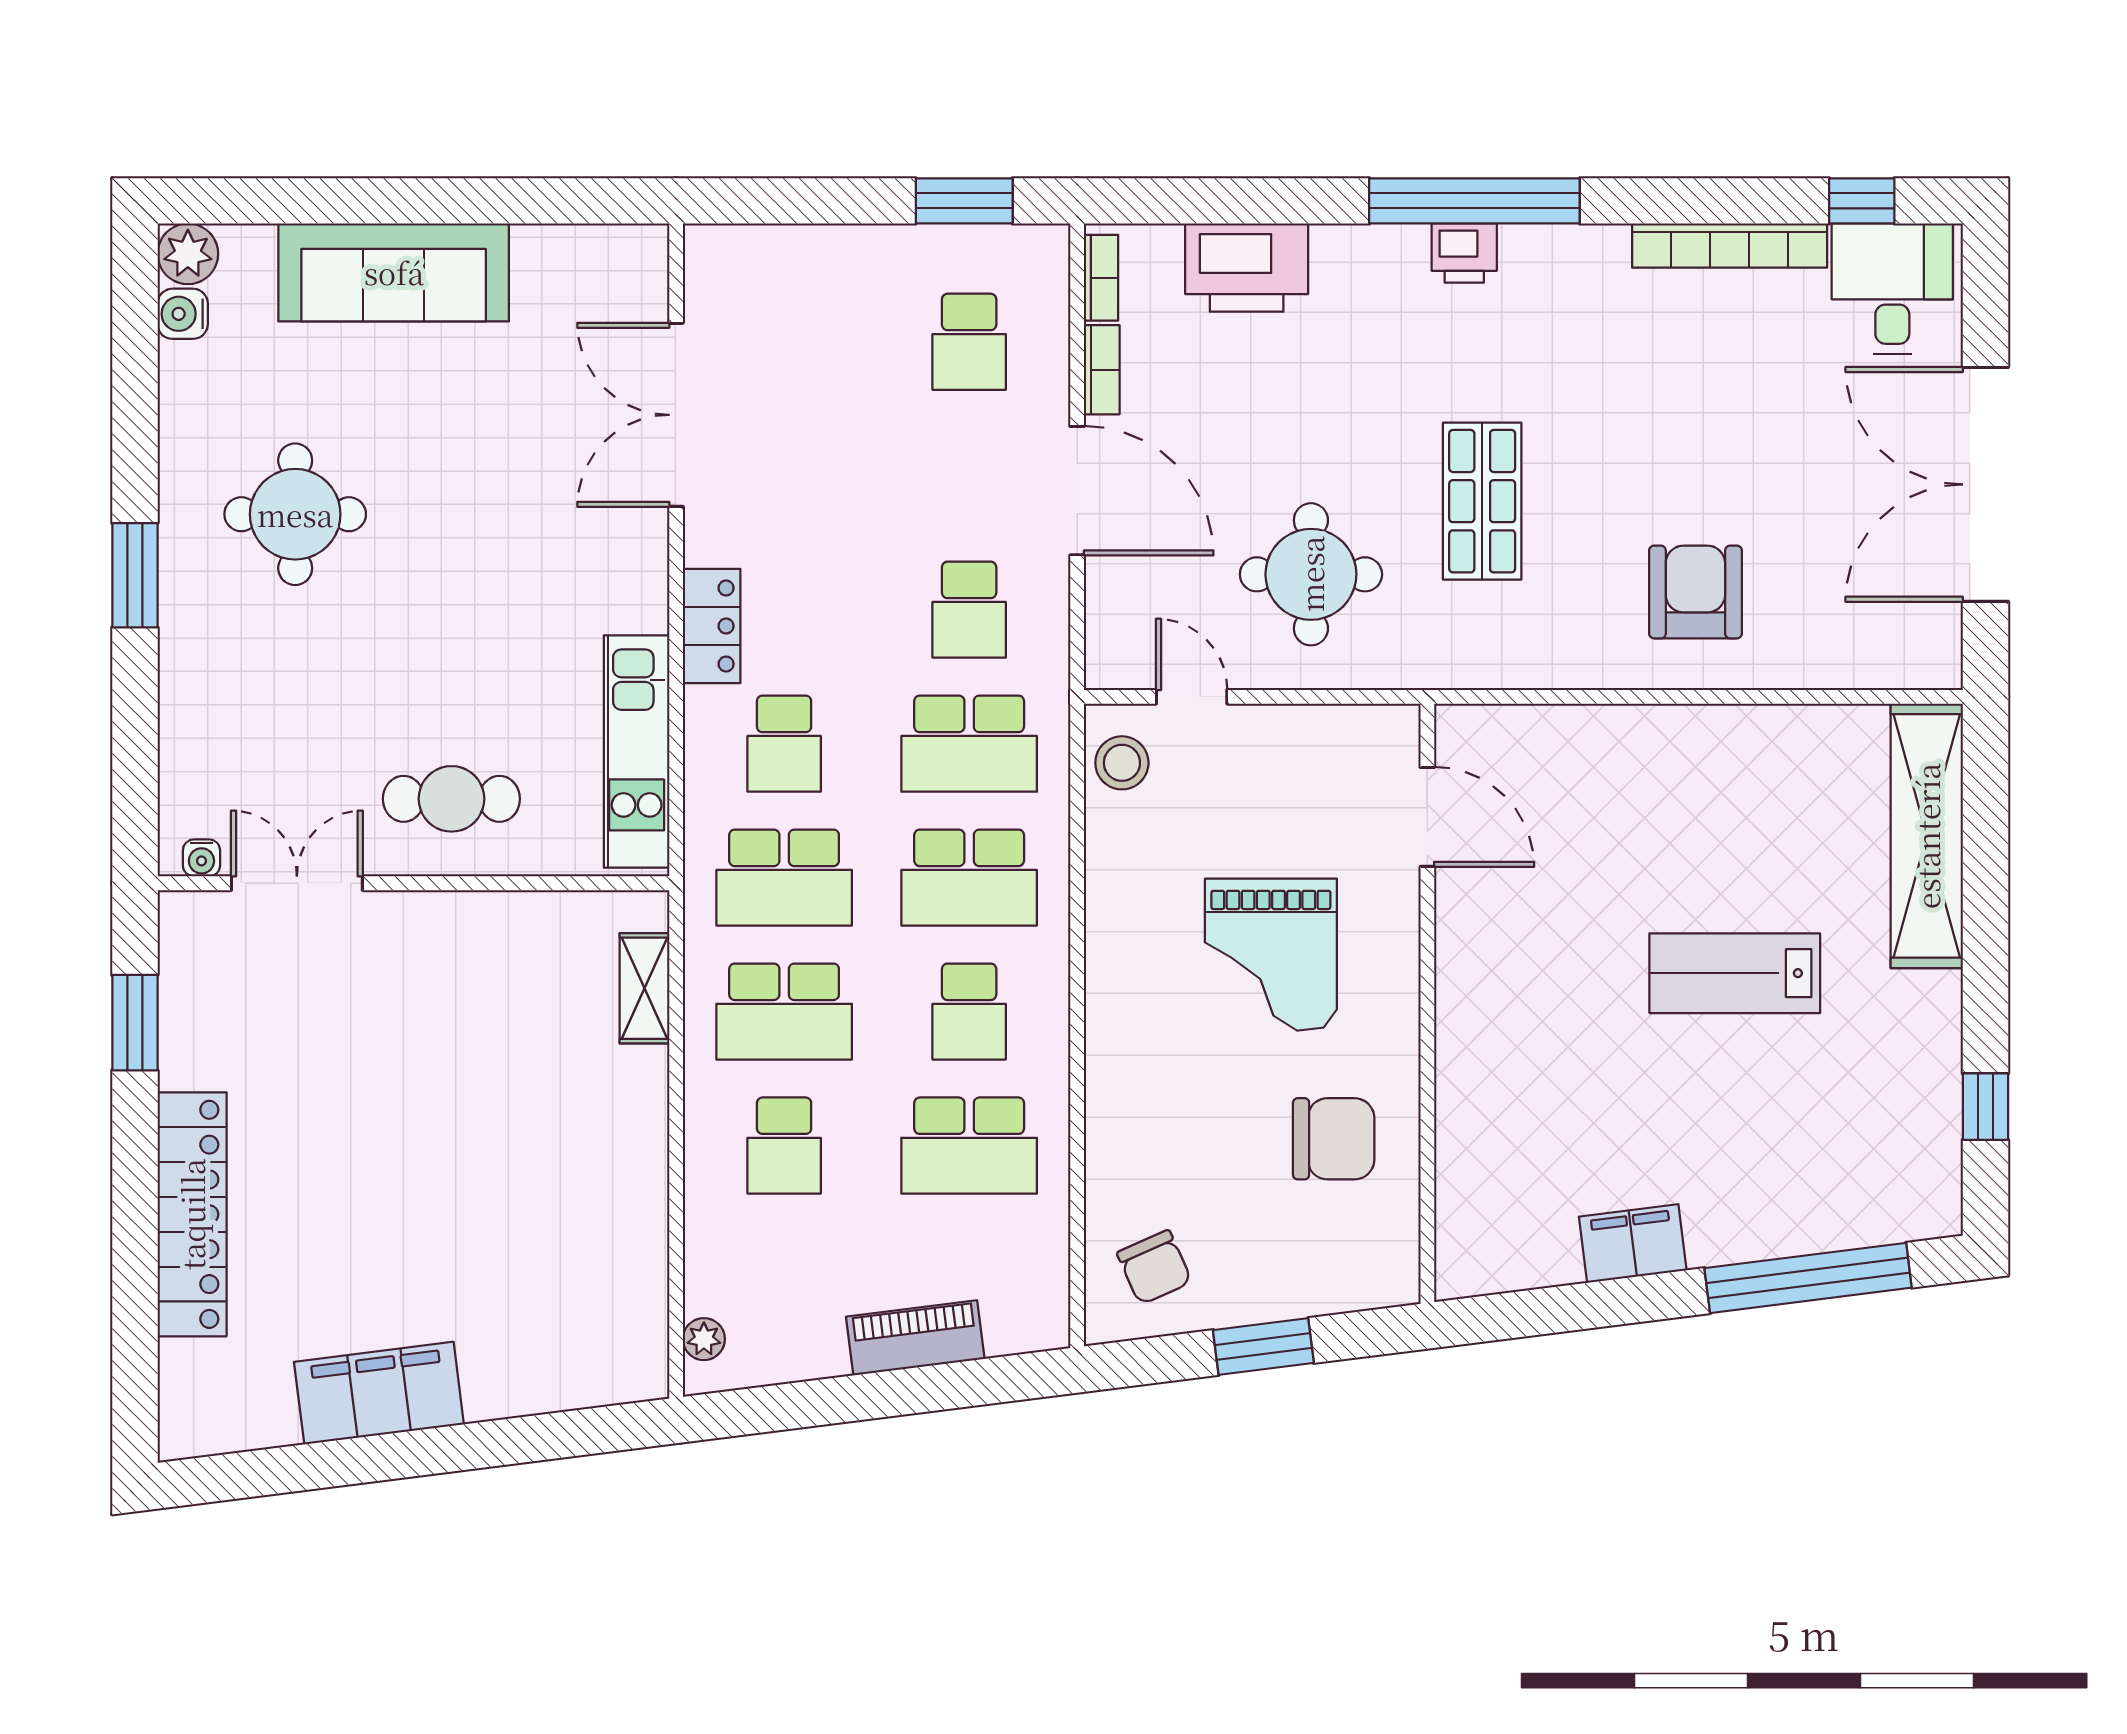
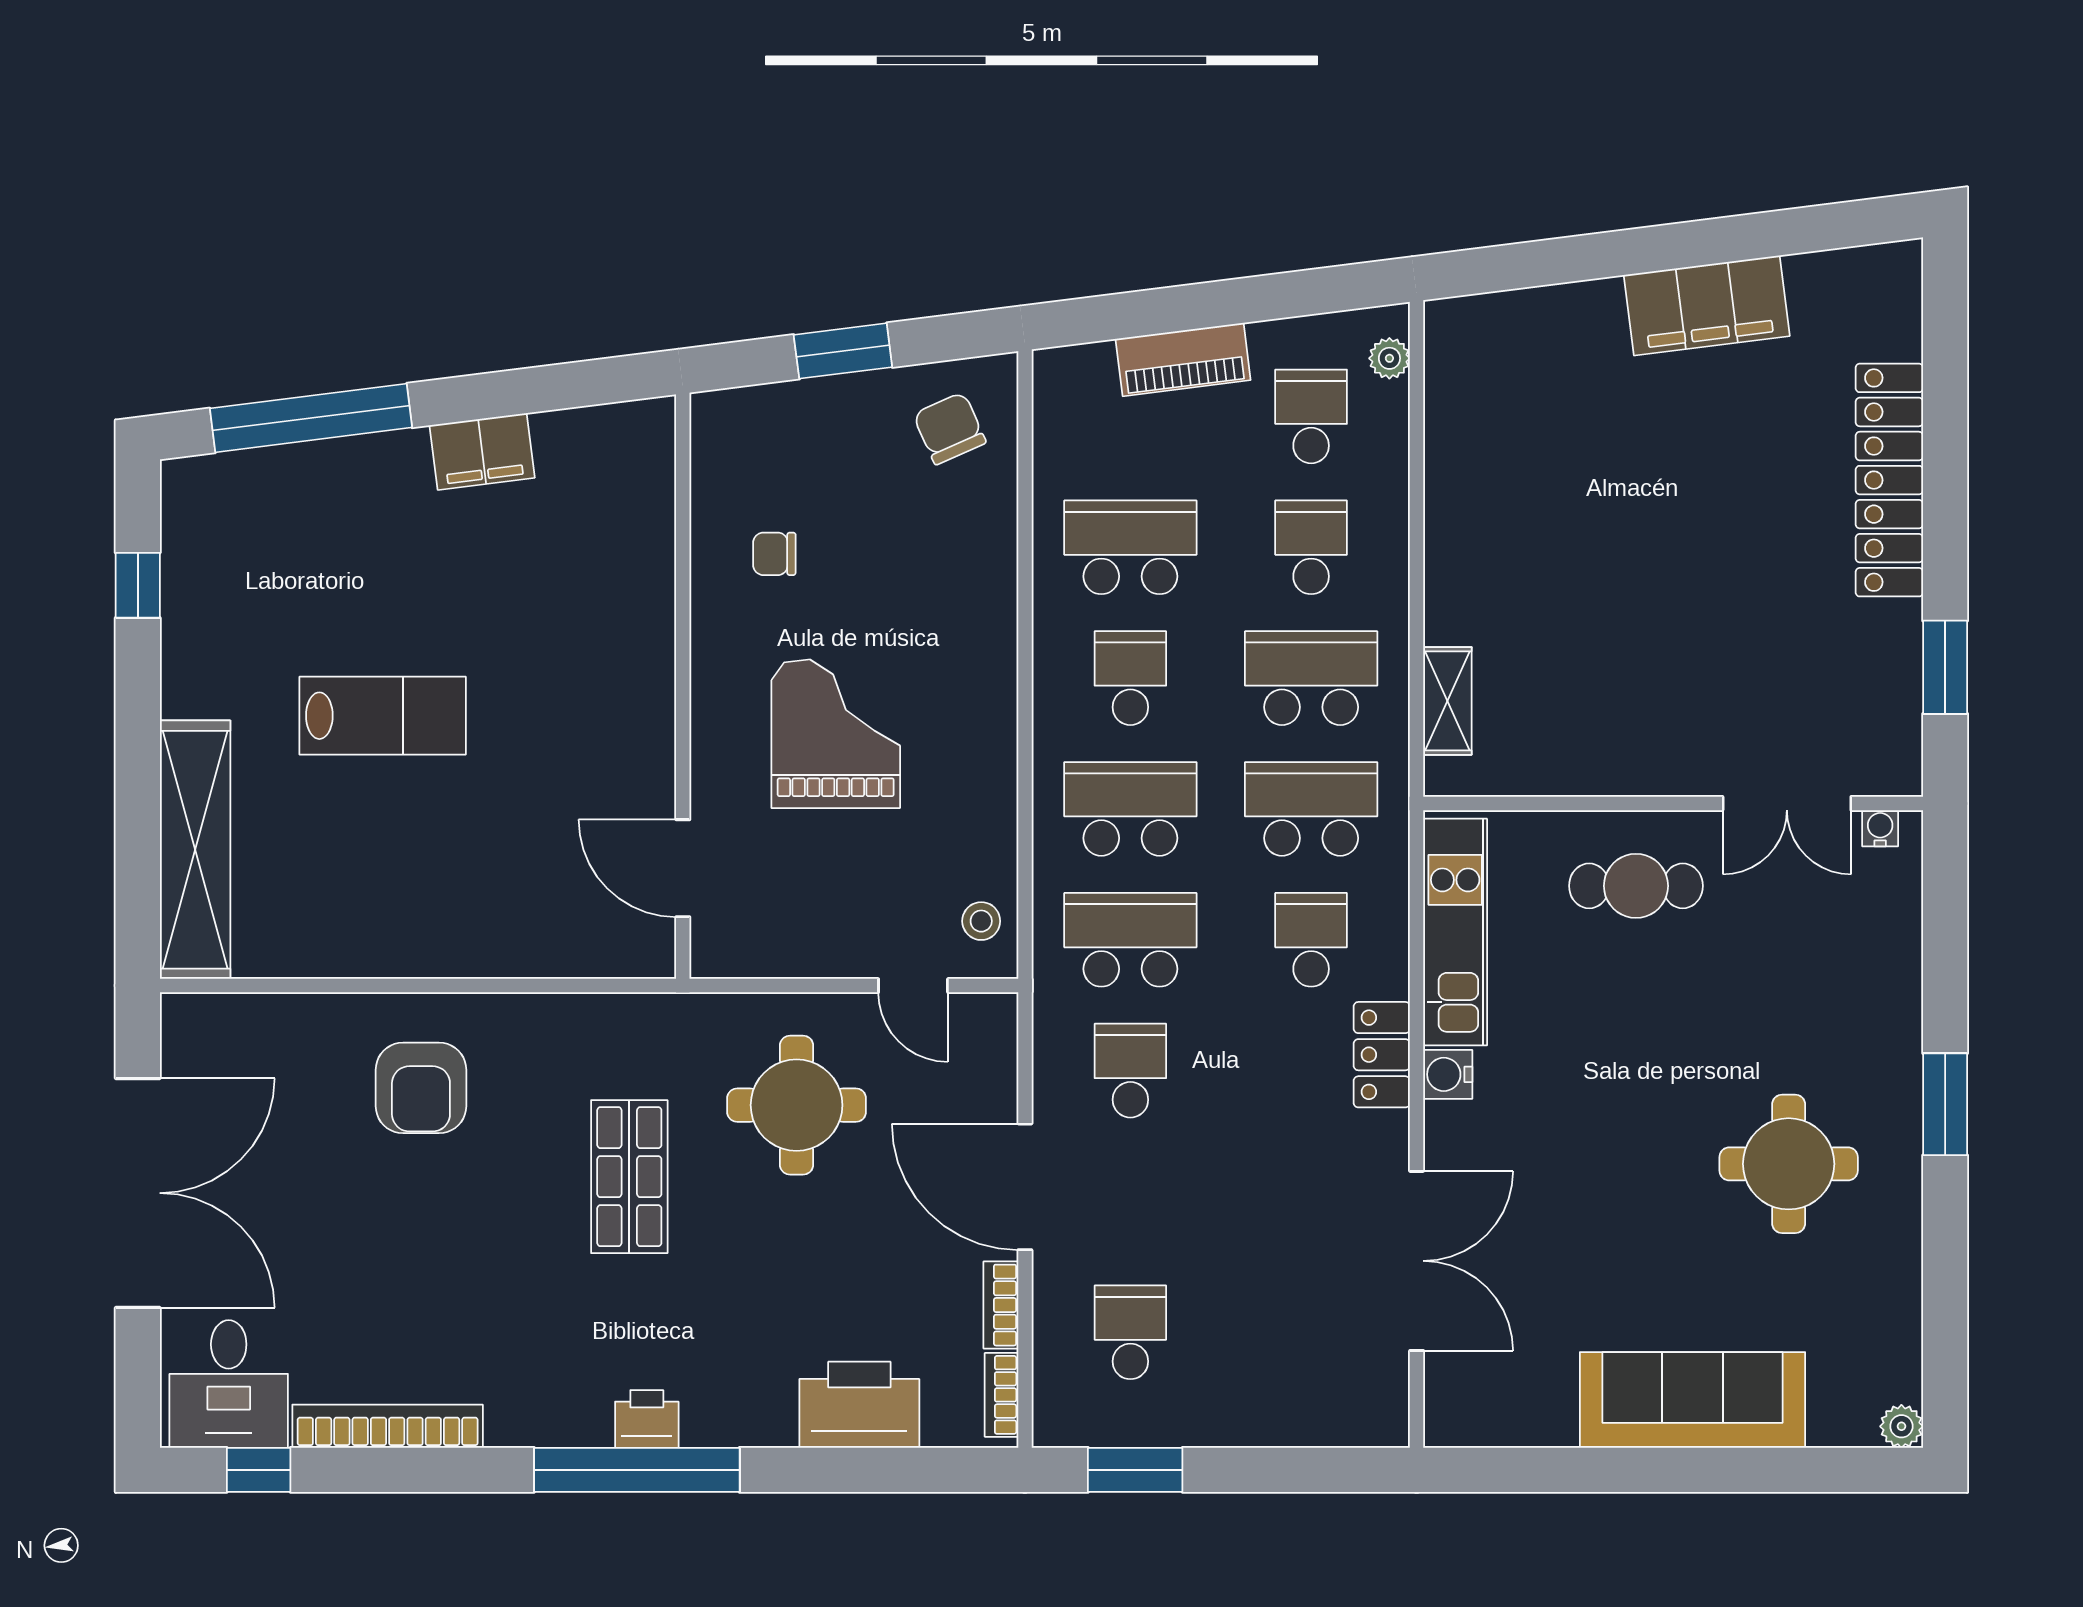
plant: (188, 254) -> (1901, 1426), width x0.73, depth x0.73
water cooler: (183, 314) -> (1448, 1074), moved, turned 180
stool: (1122, 763) -> (981, 921), width x0.73, depth x0.73
chair: (1334, 1139) -> (774, 554), width x0.54, depth x0.54
school desk: (784, 1279) -> (1311, 416), added

